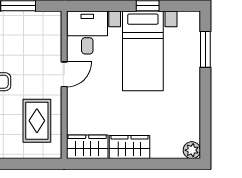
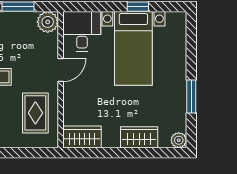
plant: (50, 22) -> (48, 22), added
window: (205, 49) -> (191, 97), moved
wardrobe: (129, 147) -> (139, 137), moved

